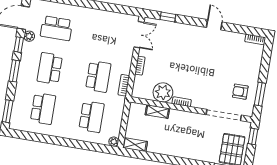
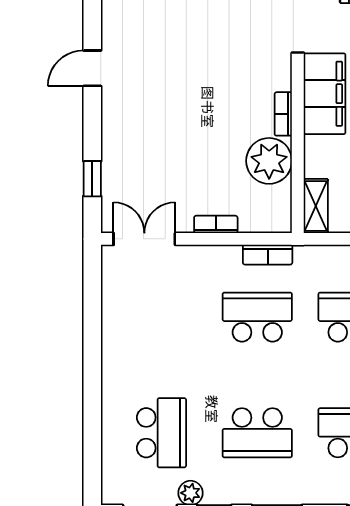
shelving: (157, 112) -> (316, 206), moved
filing cabinet: (187, 120) -> (325, 94), added

